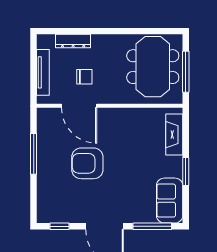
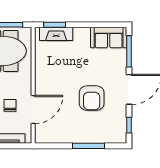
window: (34, 154) -> (88, 146), moved
armchair: (87, 163) -> (92, 98), moved
window: (186, 172) -> (55, 25), moved

